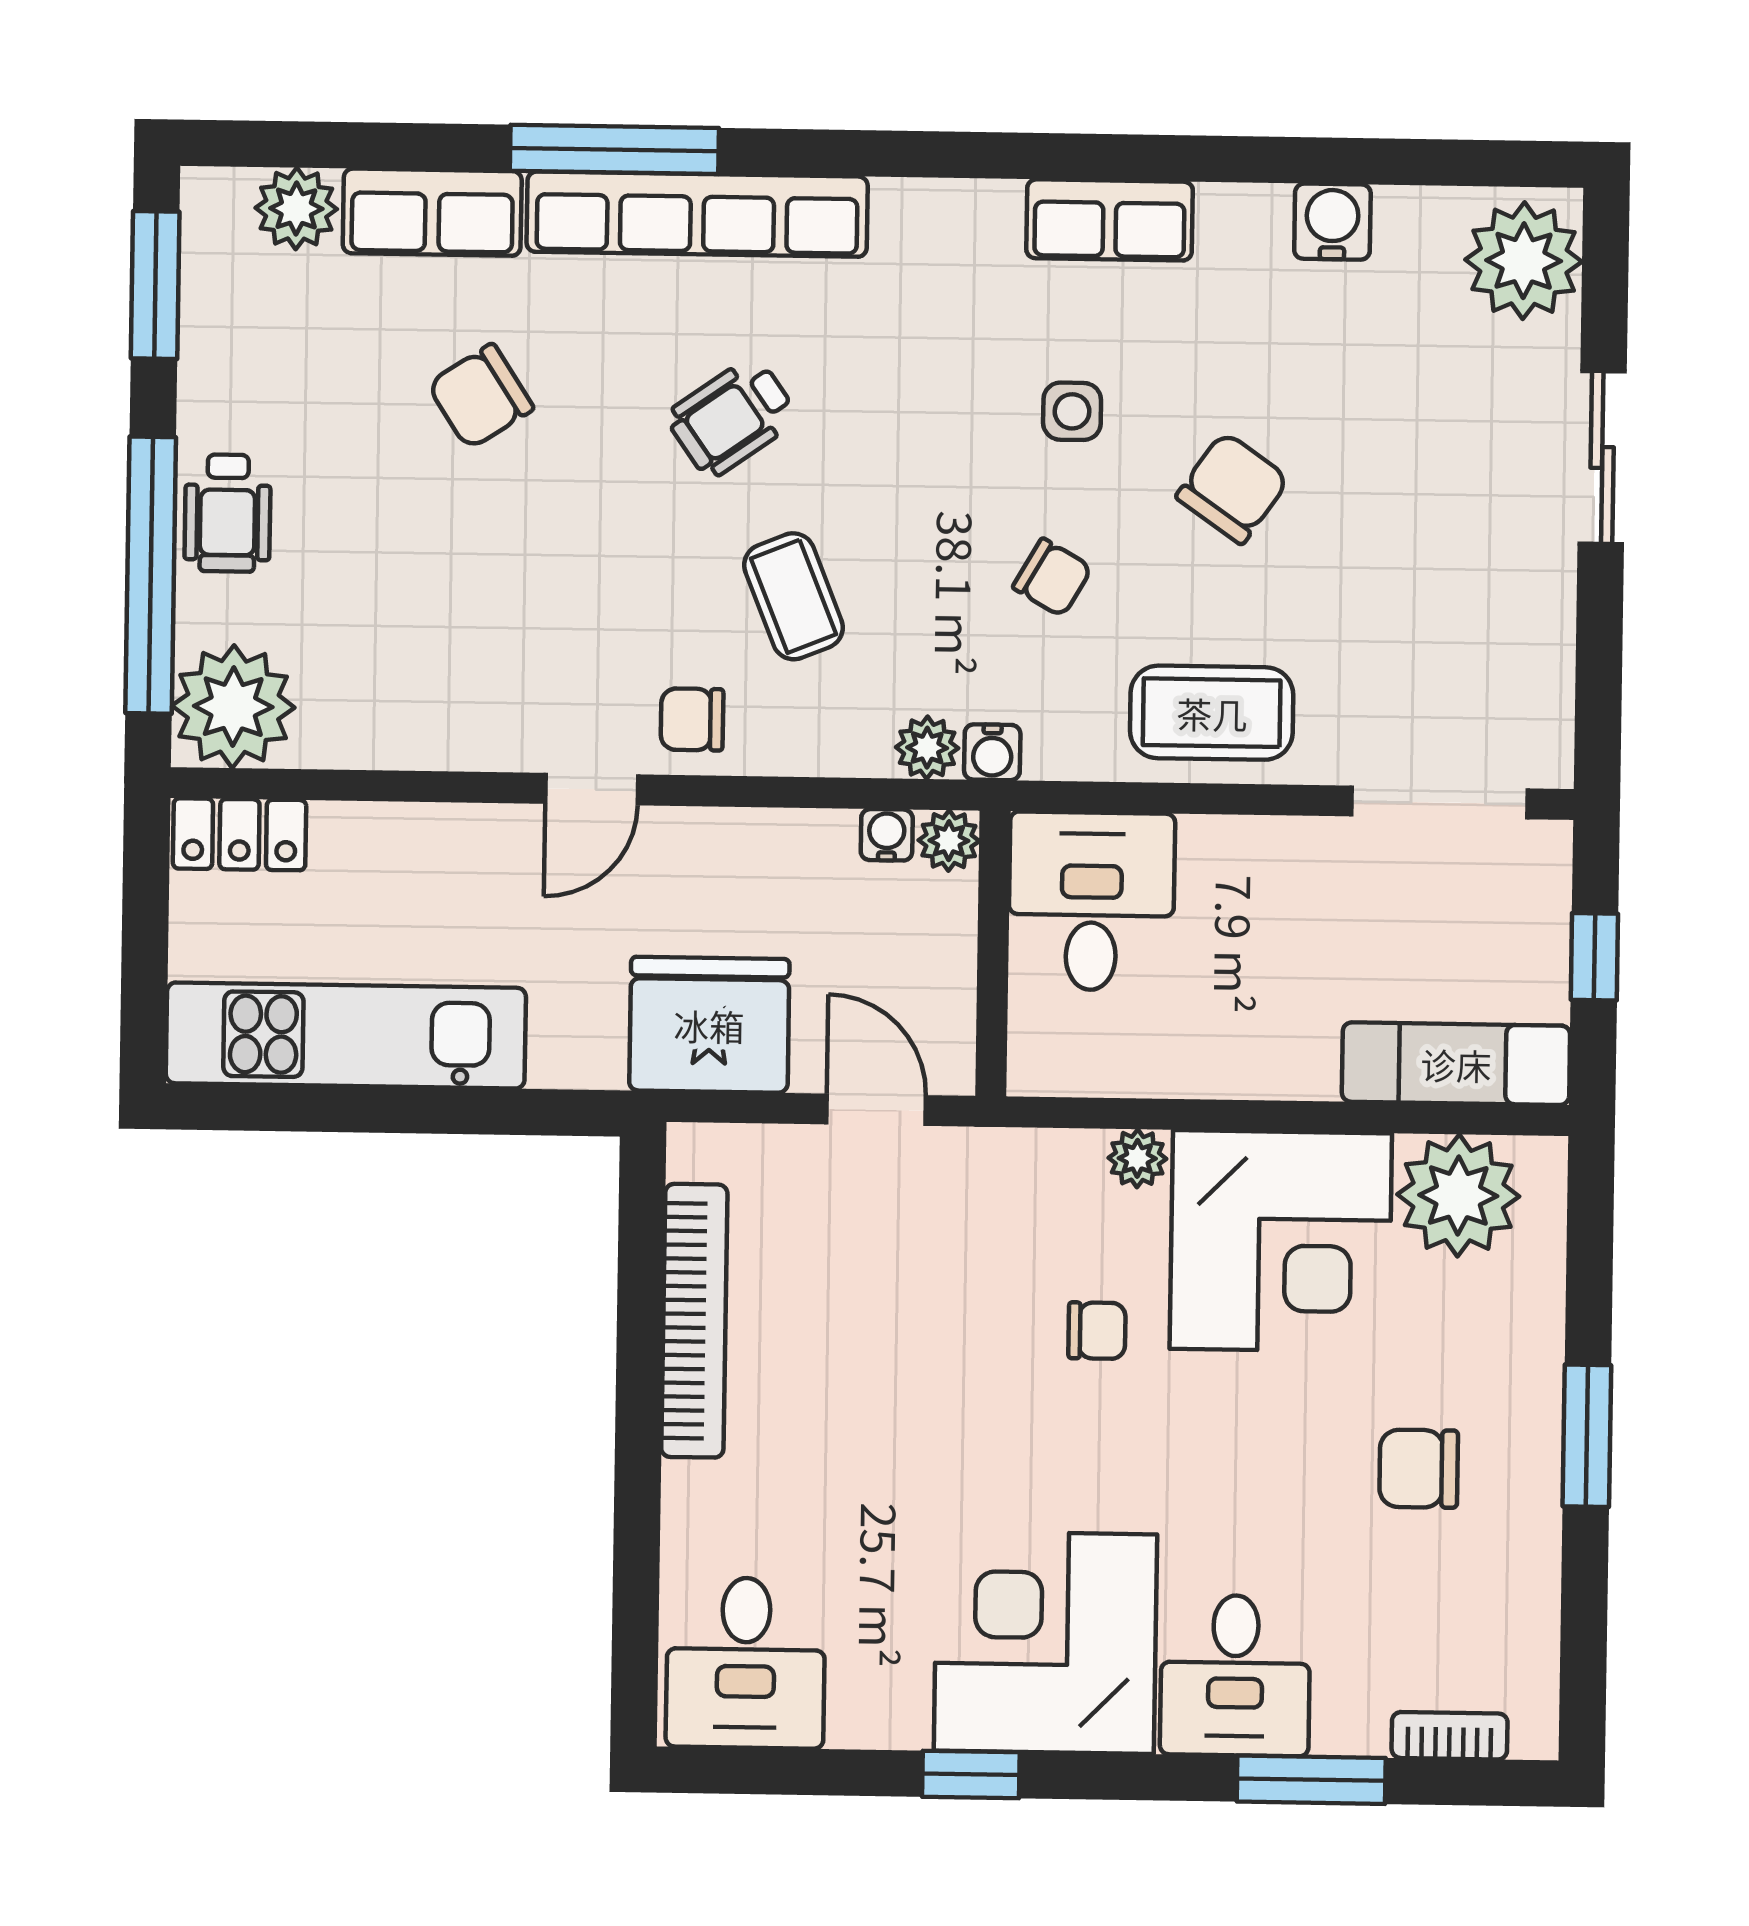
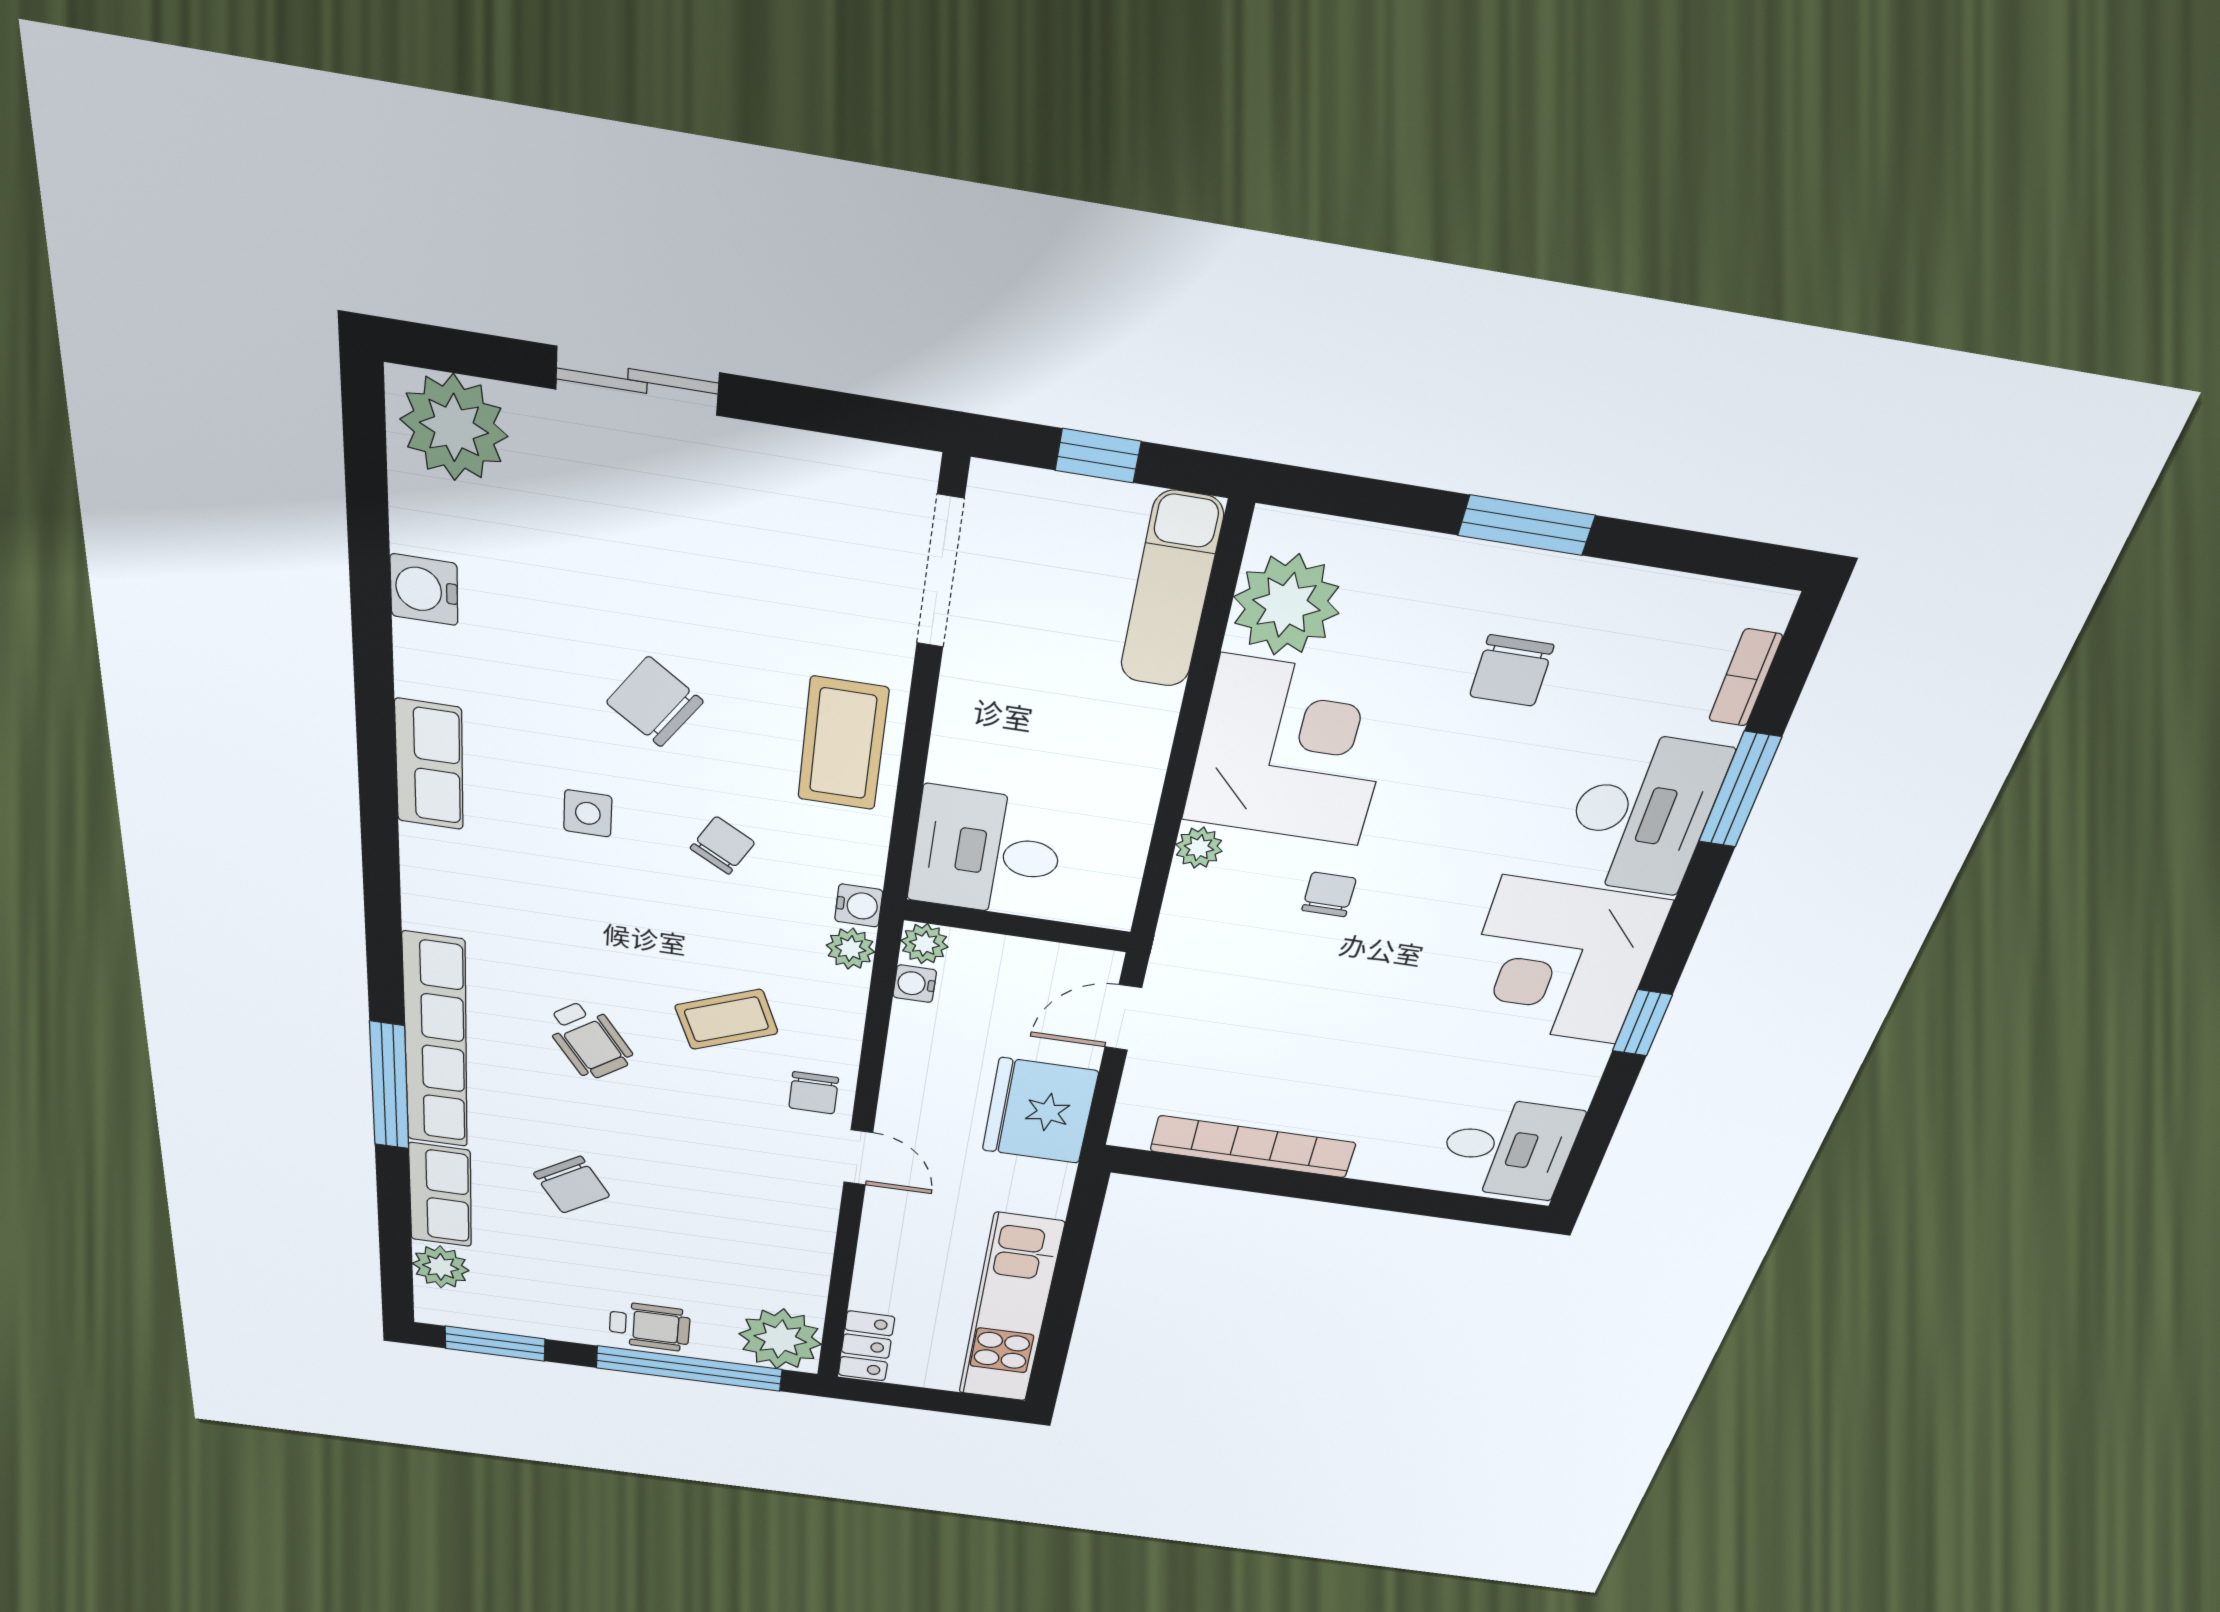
desk: (1235, 1675) -> (1642, 814), width x1.37

